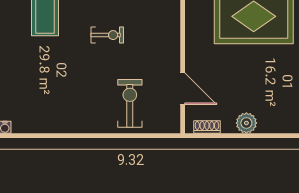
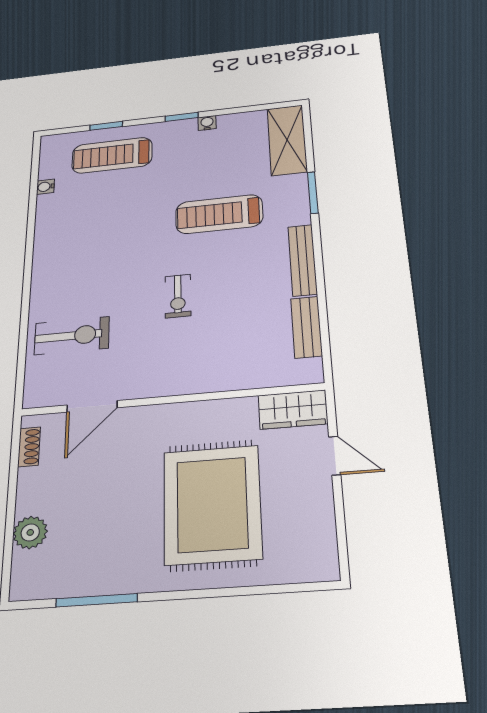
plant: (246, 123) -> (30, 532), moved

